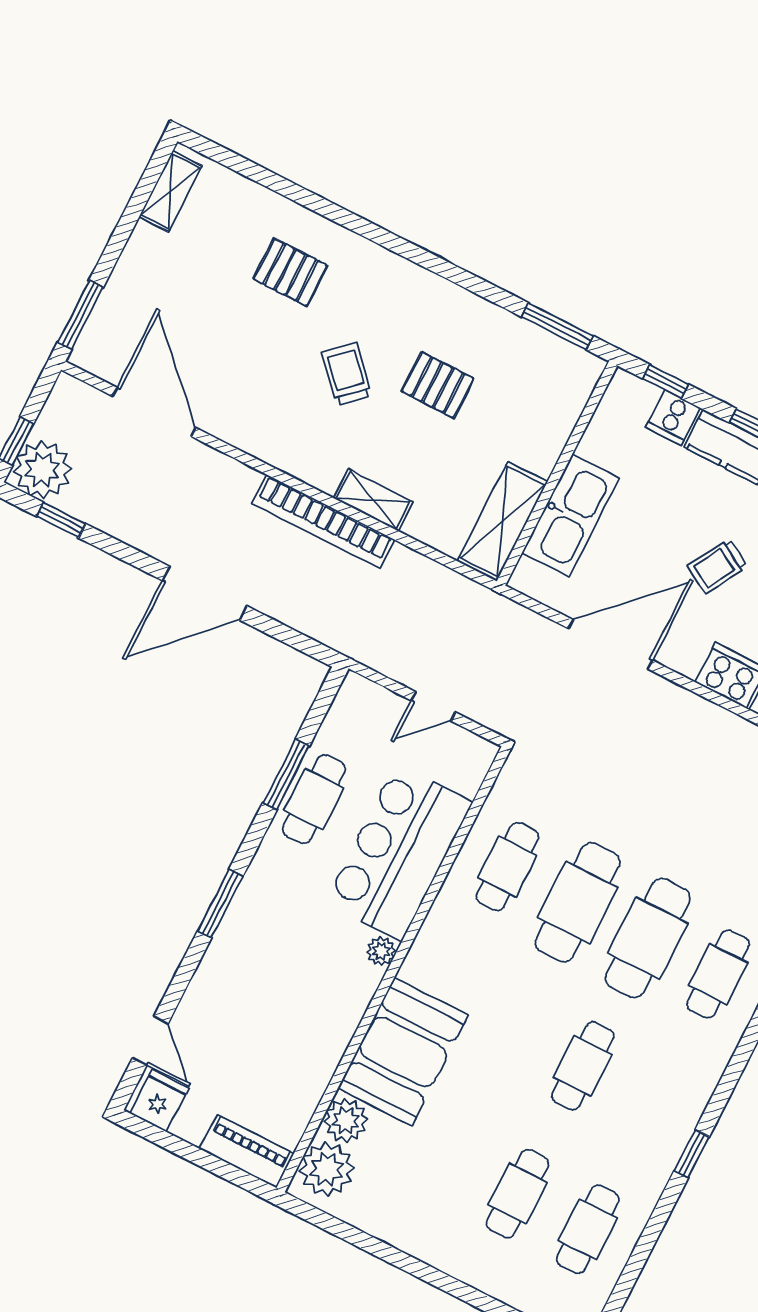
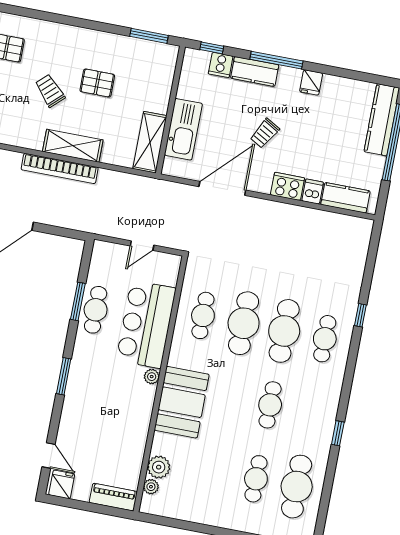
shelving: (373, 500) -> (73, 146), width x1.50, depth x1.33
booth: (403, 1052) -> (182, 402), moved
plant: (327, 1169) -> (151, 487), width x0.53, depth x0.53
cafe table: (588, 1229) -> (297, 487), width x1.37, depth x1.35

